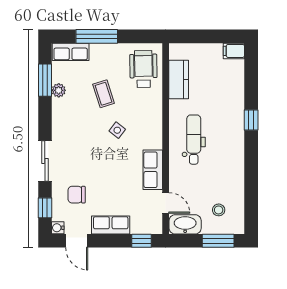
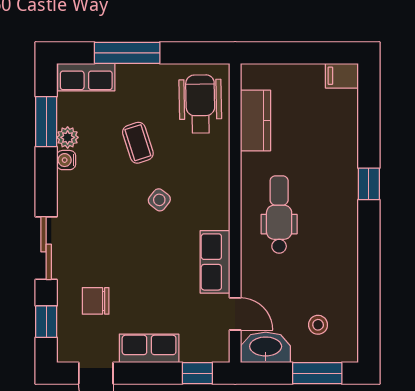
water cooler: (58, 228) -> (66, 160), moved

